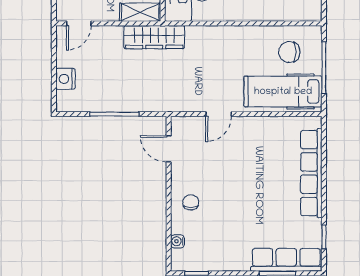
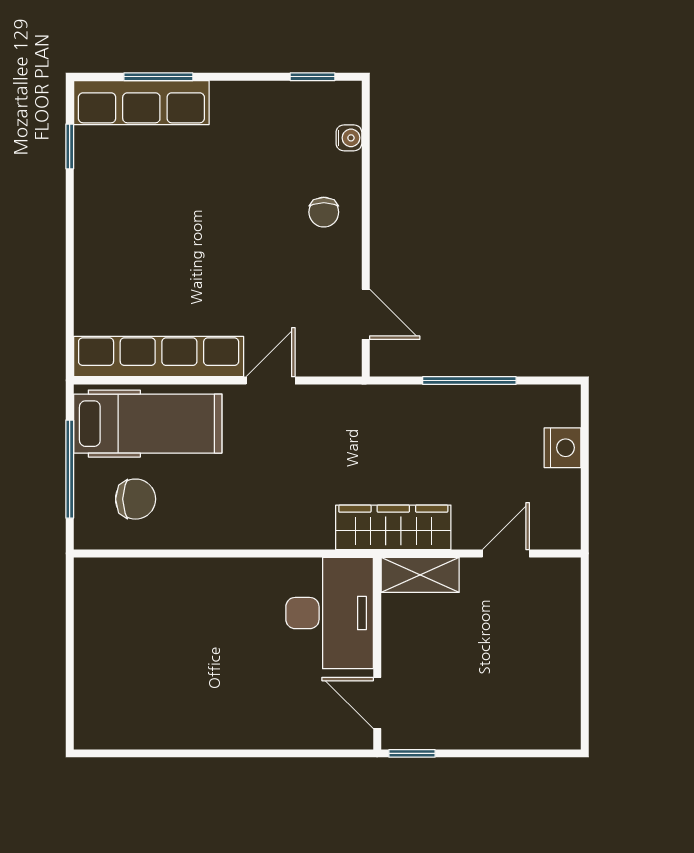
door: (79, 23) -> (506, 553), moved
row of seats: (311, 173) -> (159, 356), moved, turned -90

